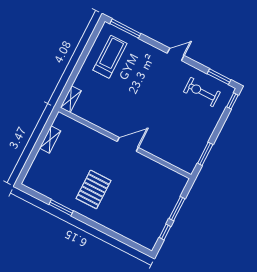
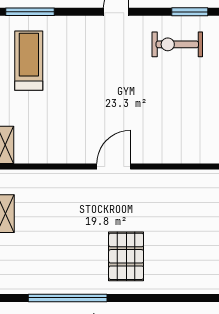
pallet: (93, 189) -> (126, 256), moved
window: (61, 208) -> (68, 298), width x2.11

